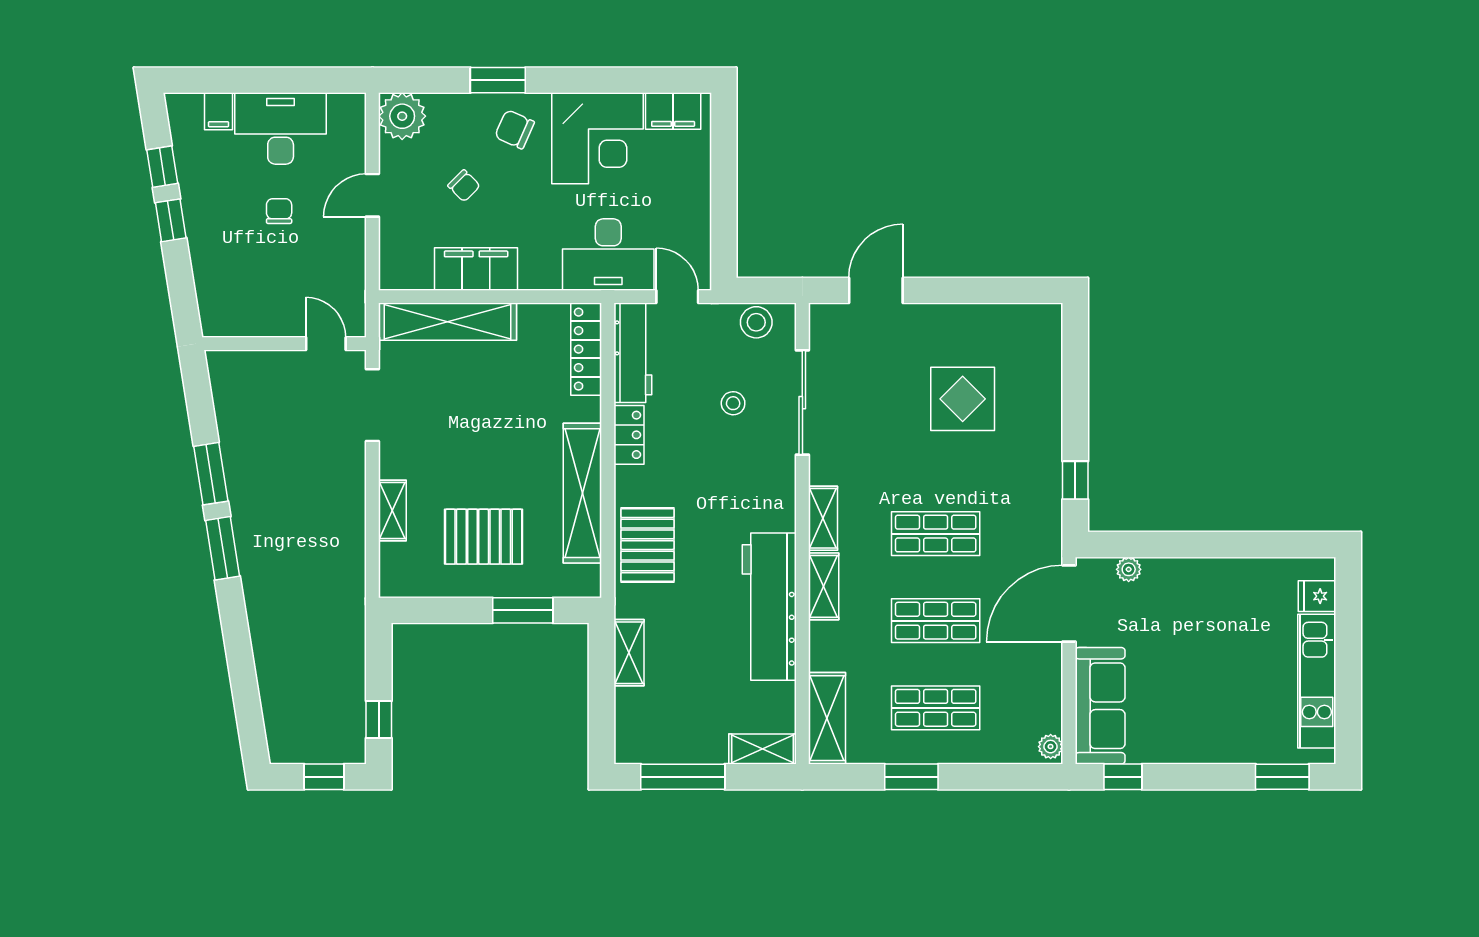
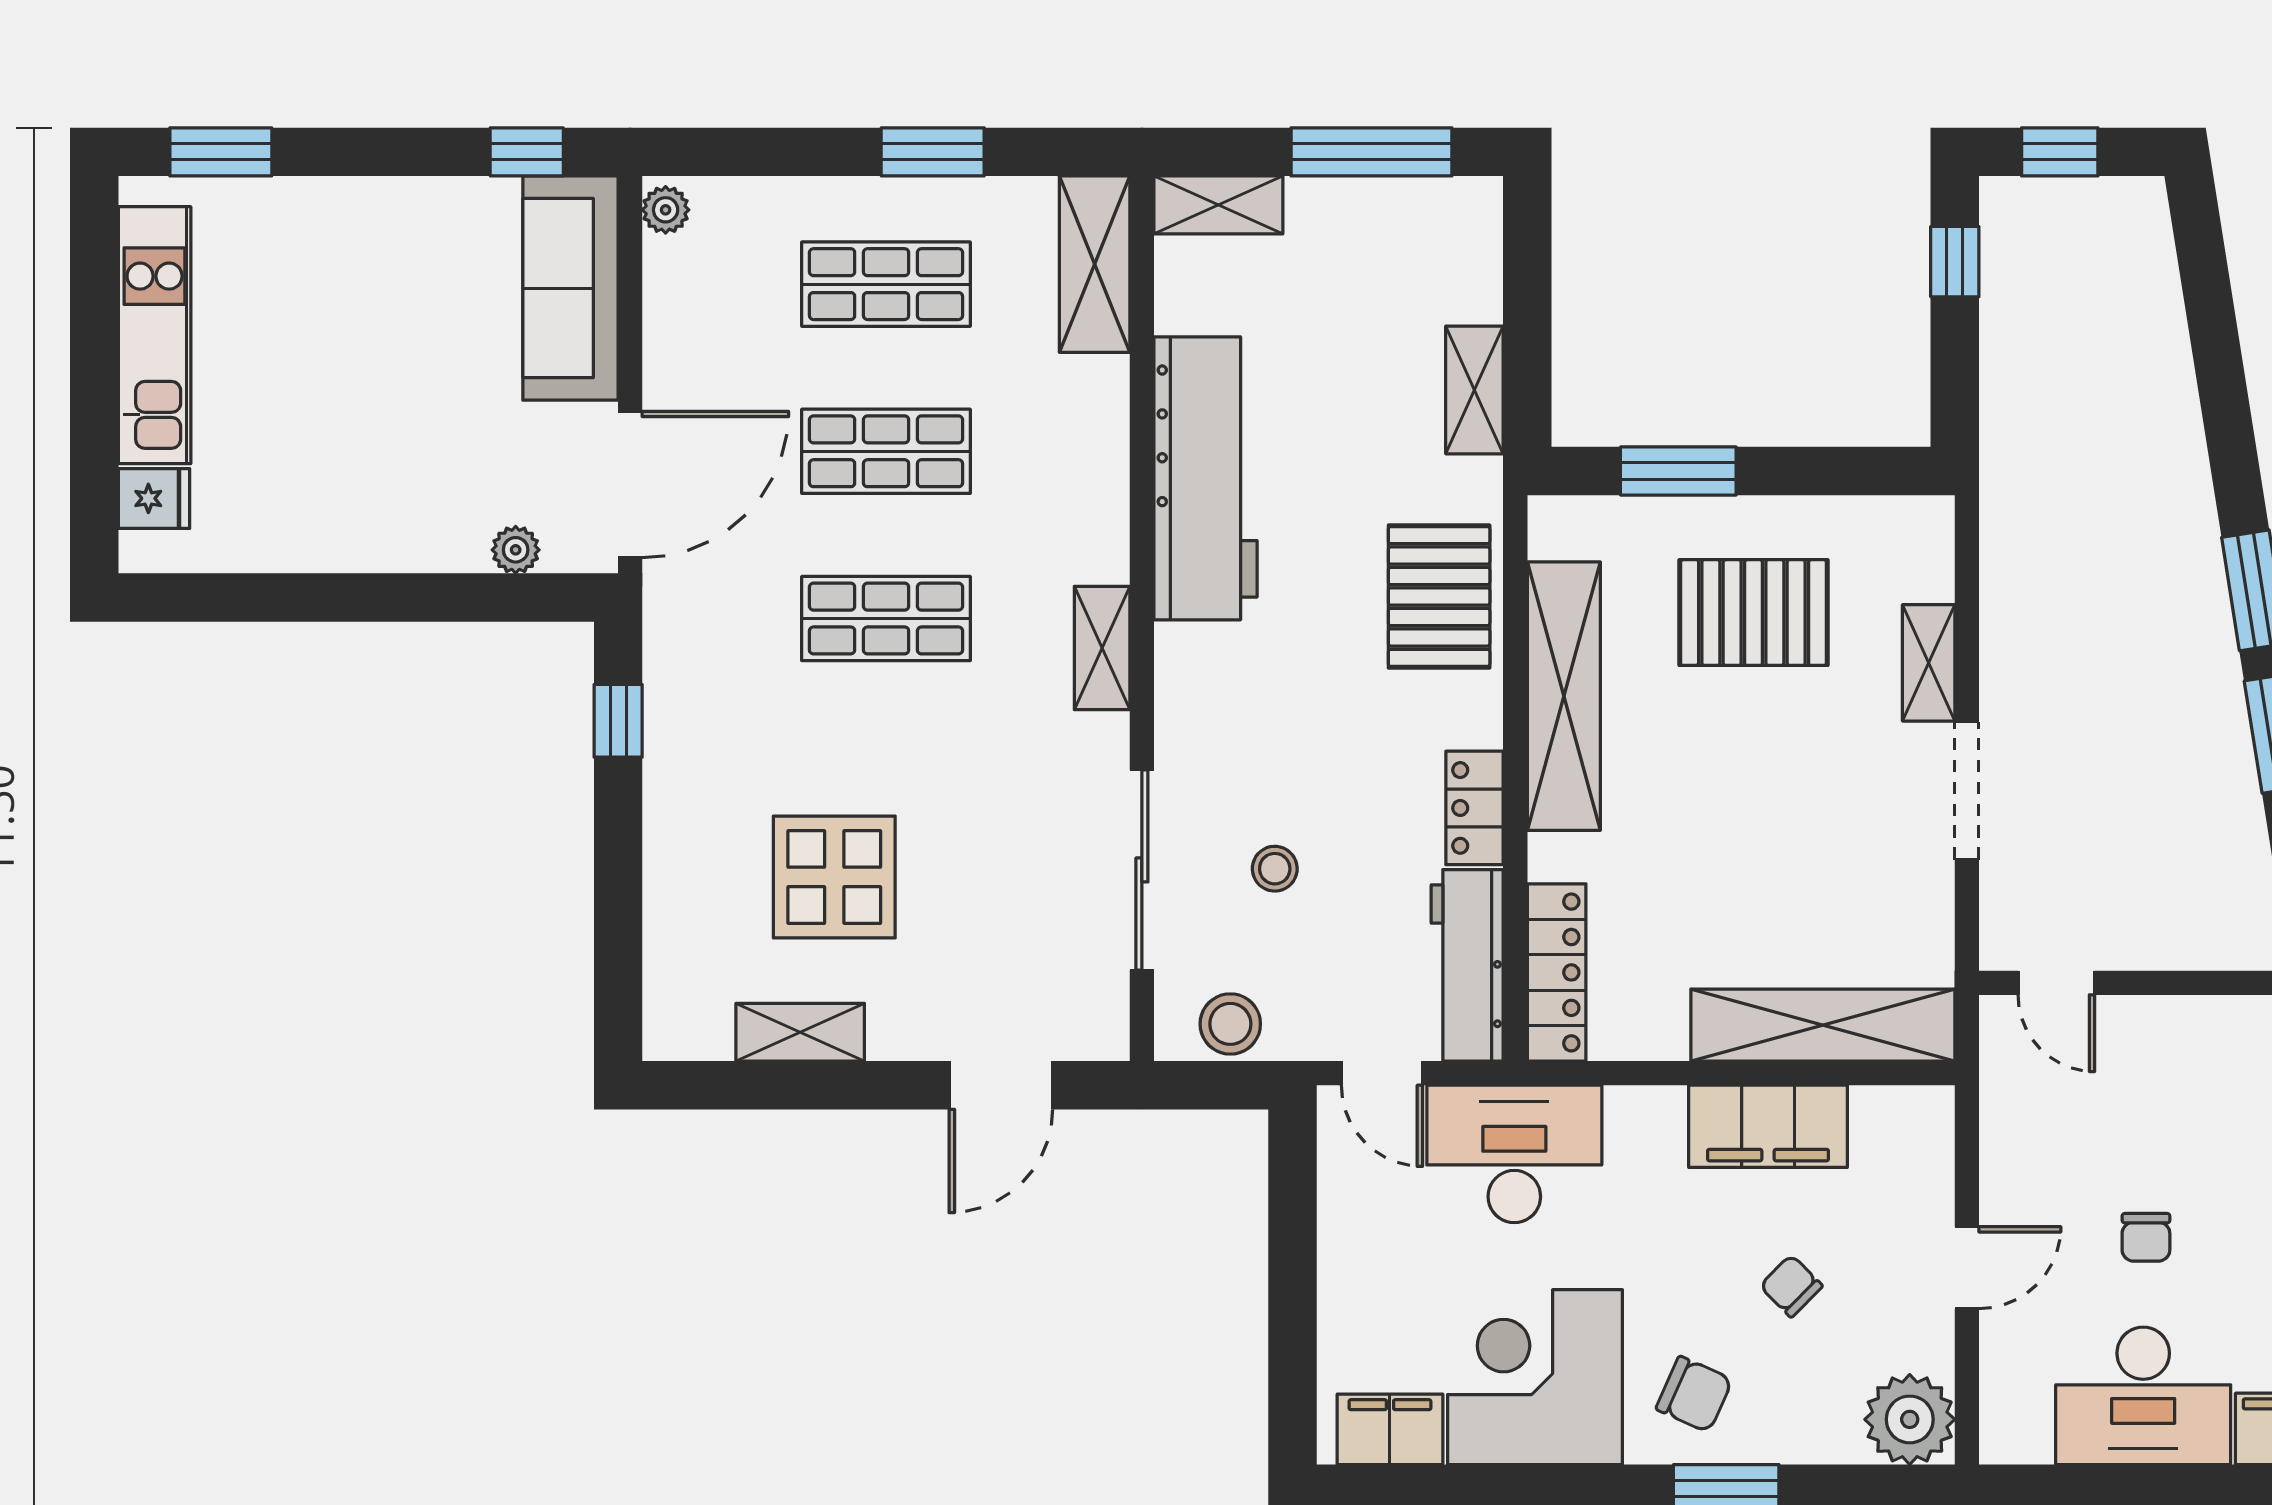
doorway: (372, 405) -> (1967, 791), moved
shelving: (824, 586) -> (800, 1032), moved, turned 90

